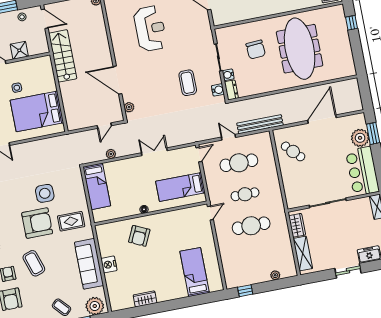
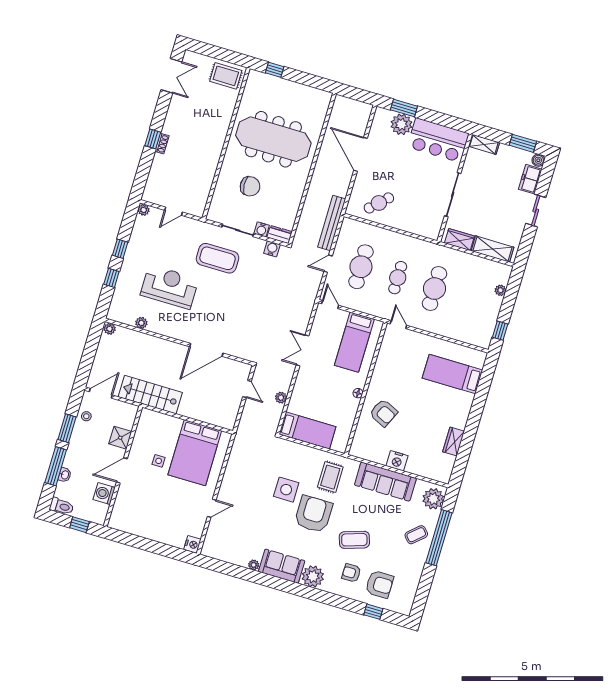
coffee table: (188, 83) -> (218, 258), moved, width x1.36, depth x1.32
plant: (129, 107) -> (141, 323), moved

